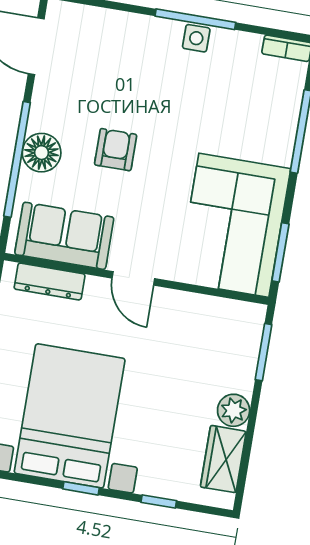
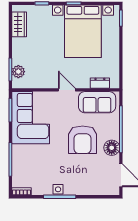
armchair: (116, 150) -> (83, 140), width x1.88, depth x1.88
floor lamp: (42, 153) -> (112, 148), moved
dresser: (50, 281) -> (100, 83), width x0.70
plant: (234, 410) -> (18, 72), moved

